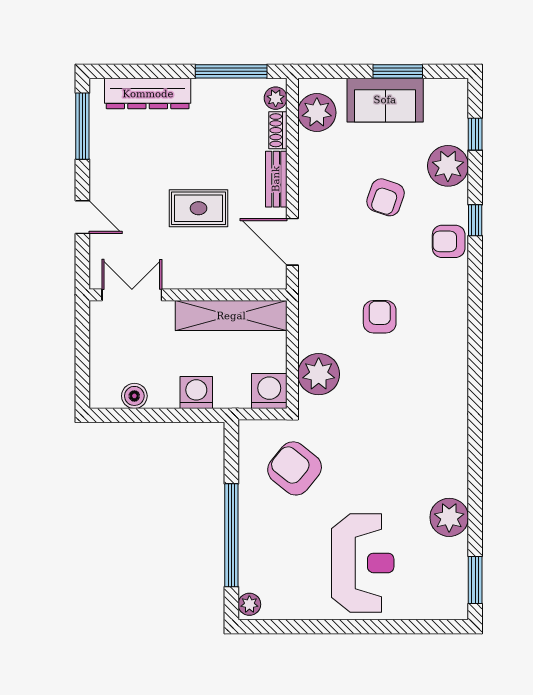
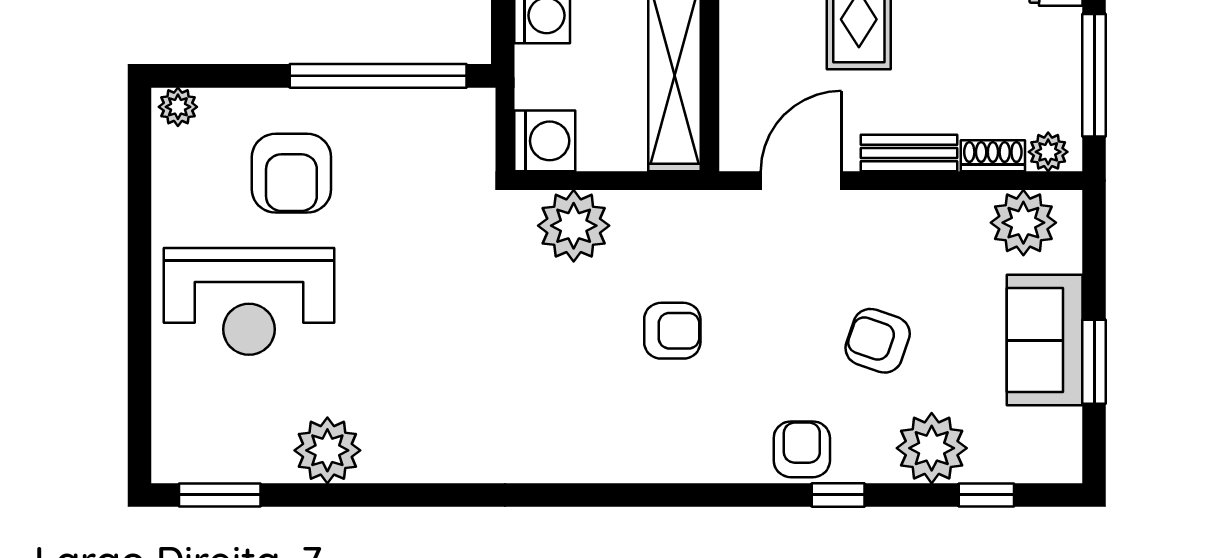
armchair: (295, 468) -> (291, 173), moved, turned 141
window: (231, 535) -> (378, 76), moved

